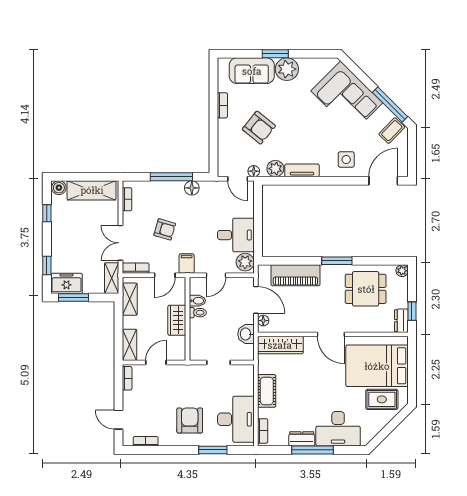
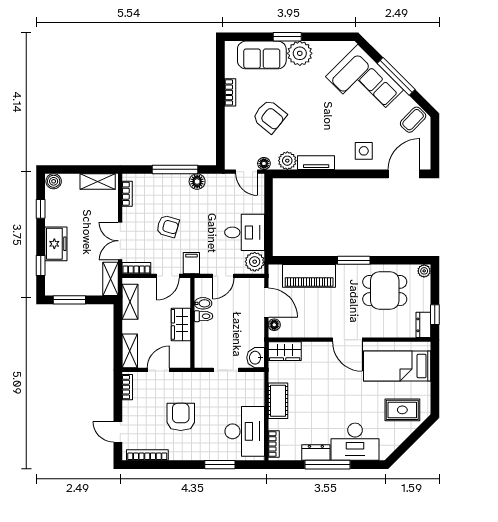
window: (390, 104) -> (396, 76), moved
shelving: (92, 190) -> (98, 182), width x0.67, depth x0.75
freezer: (67, 283) -> (56, 244), moved, turned 90
washbasin: (246, 334) -> (256, 358), moved
wardrobe: (280, 345) -> (285, 351), width x0.67
bed: (377, 366) -> (397, 366), width x0.67
armchair: (190, 420) -> (181, 417), moved
bookcase: (146, 441) -> (147, 455), width x1.56

